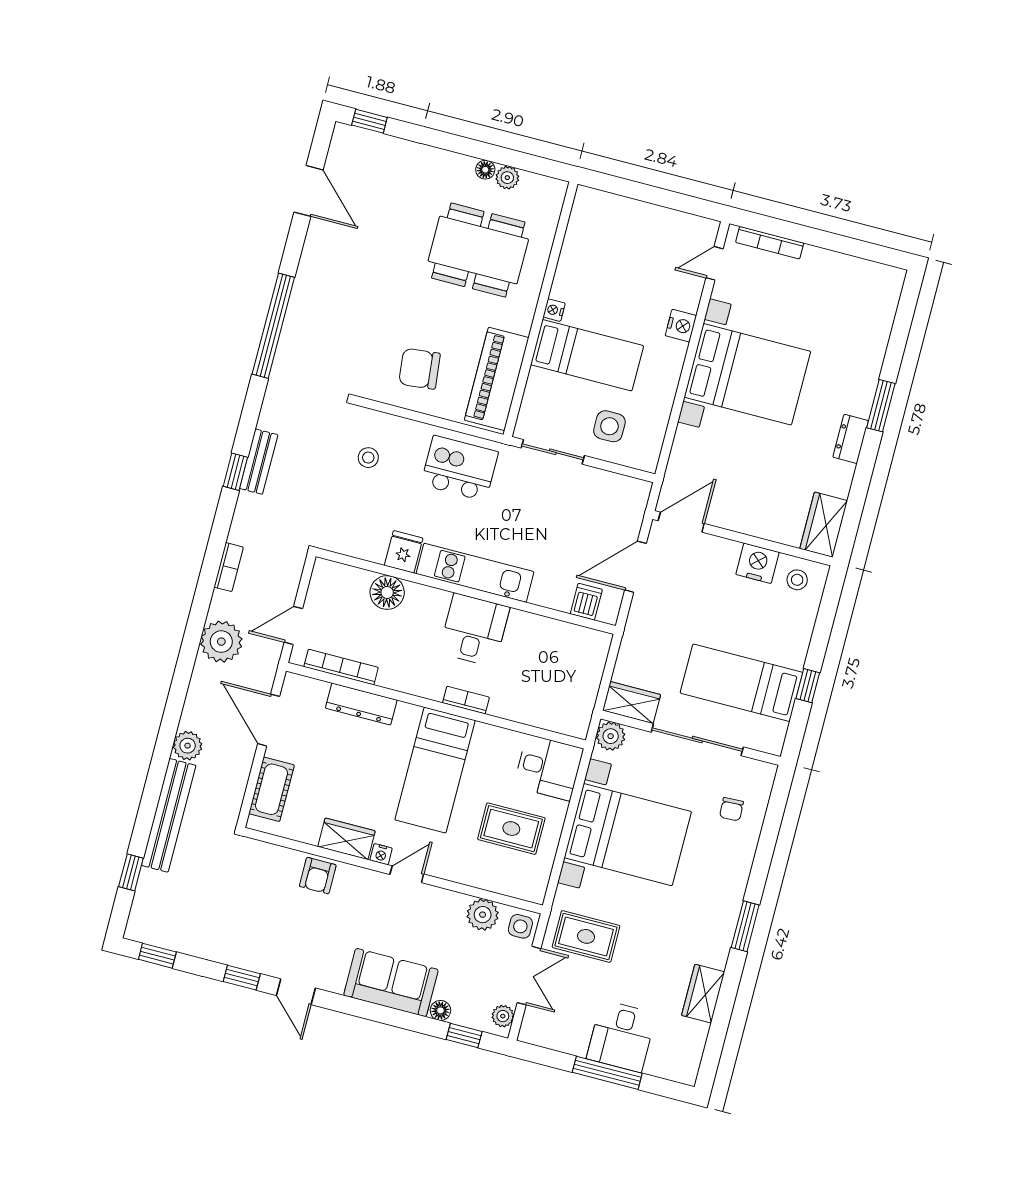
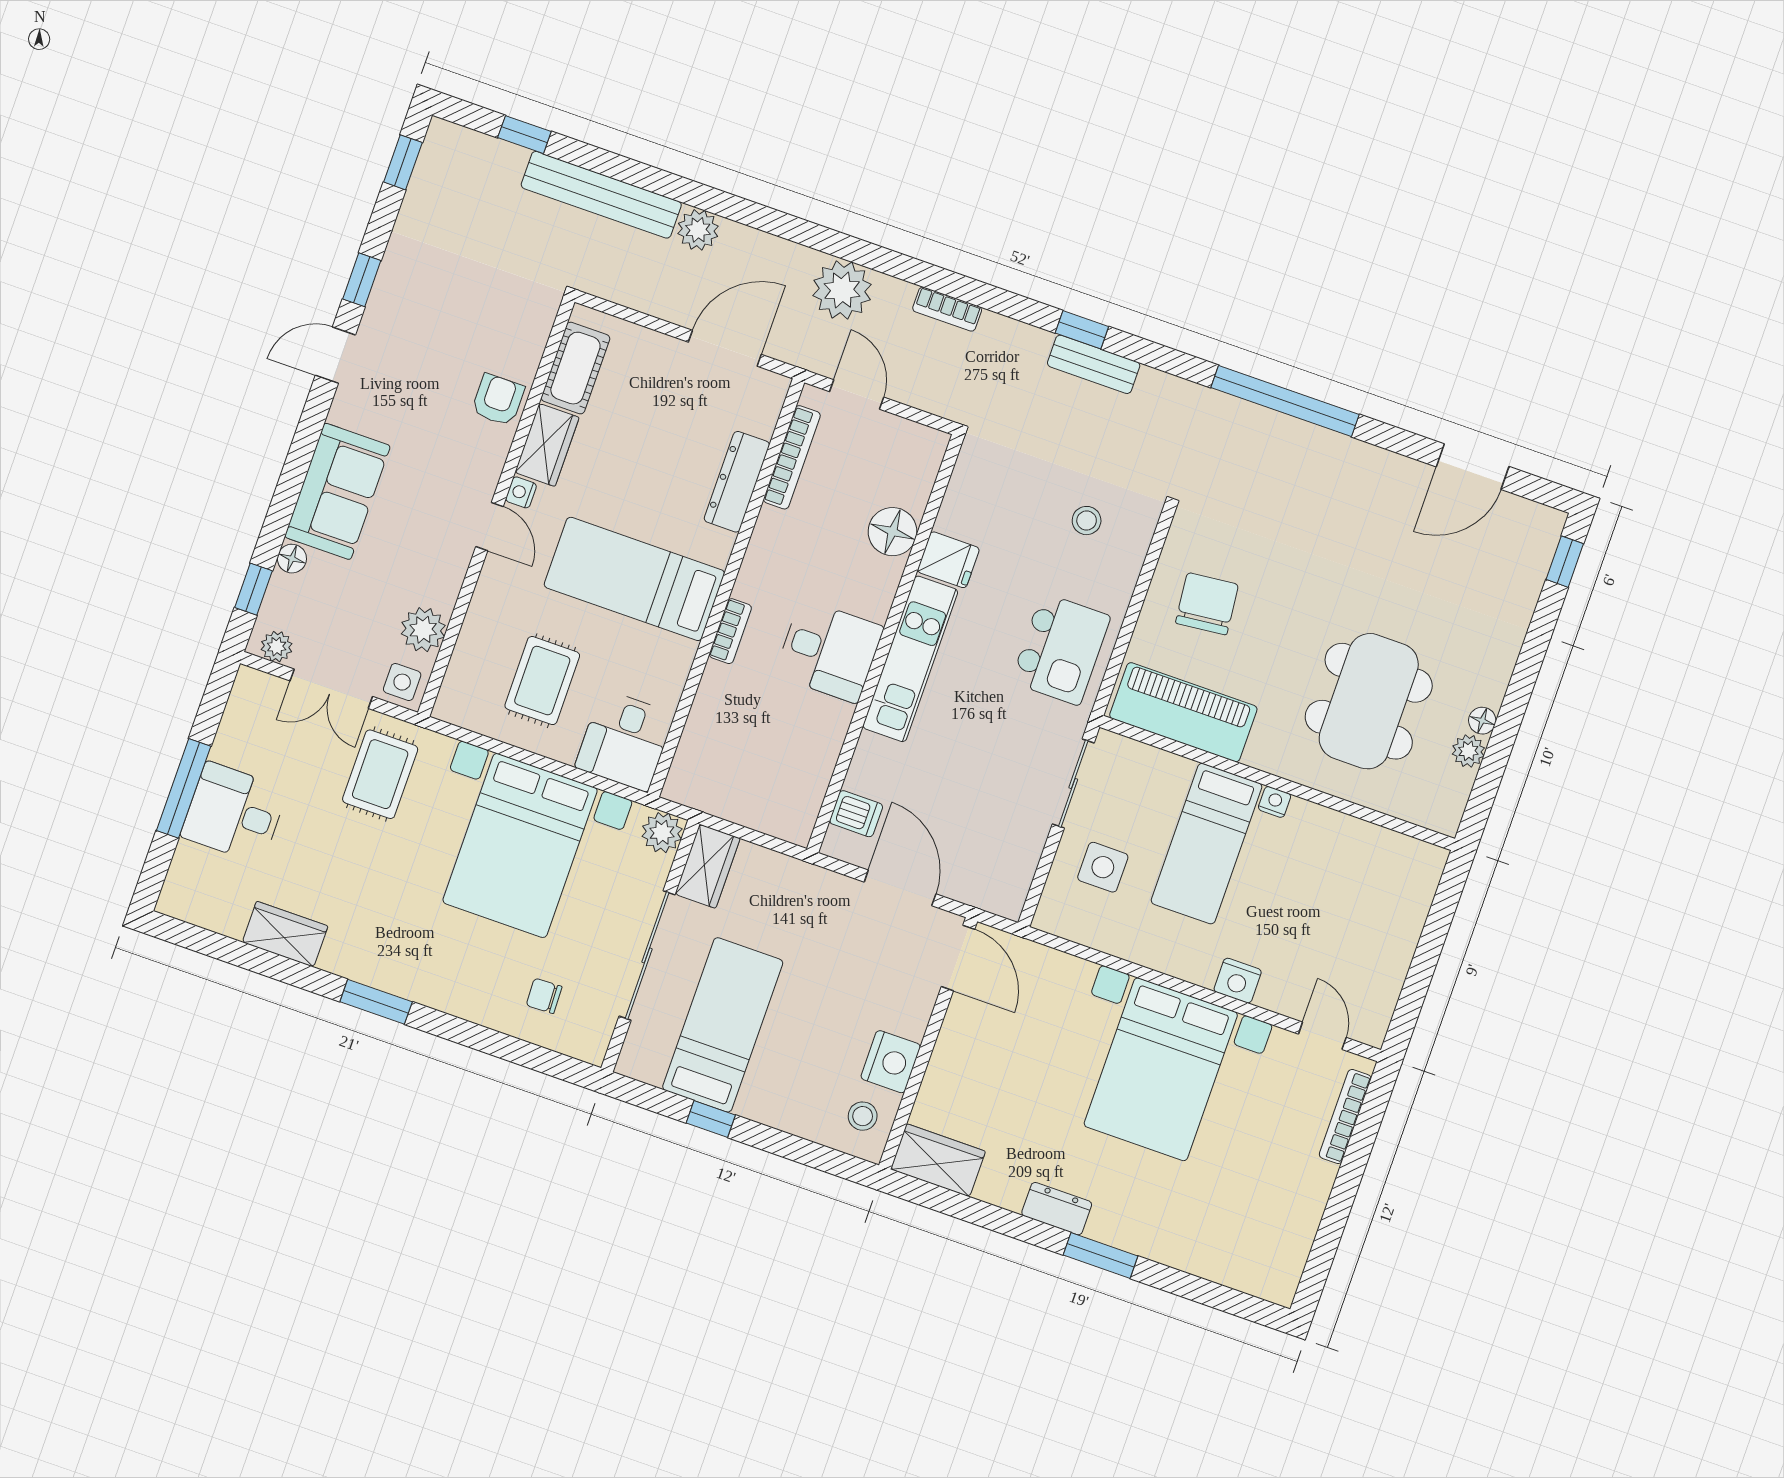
cot: (272, 789) -> (575, 368), moved, turned 90
armchair: (318, 876) -> (498, 400), turned 90

